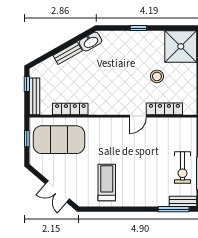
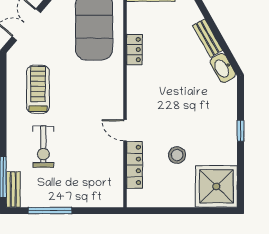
locker: (70, 109) -> (134, 50), width x0.66
exercise bike: (182, 168) -> (43, 147), moved, turned -90
treadmill: (107, 183) -> (38, 89), turned -90

